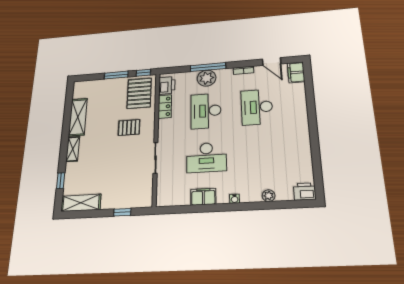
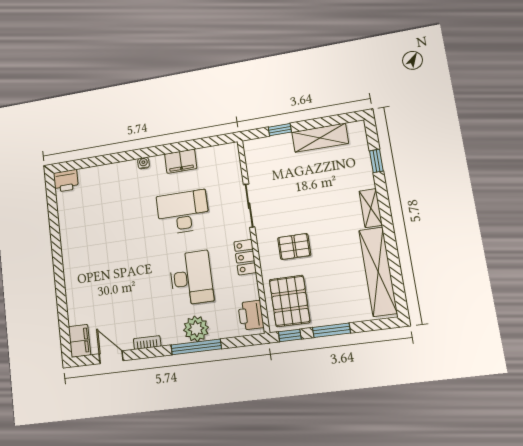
locker: (165, 107) -> (245, 257), moved
desk: (257, 107) -> (126, 287), removed
shelving: (78, 117) -> (378, 272), width x1.47
plant: (269, 196) -> (105, 171), removed
shelving: (81, 203) -> (320, 138), moved

